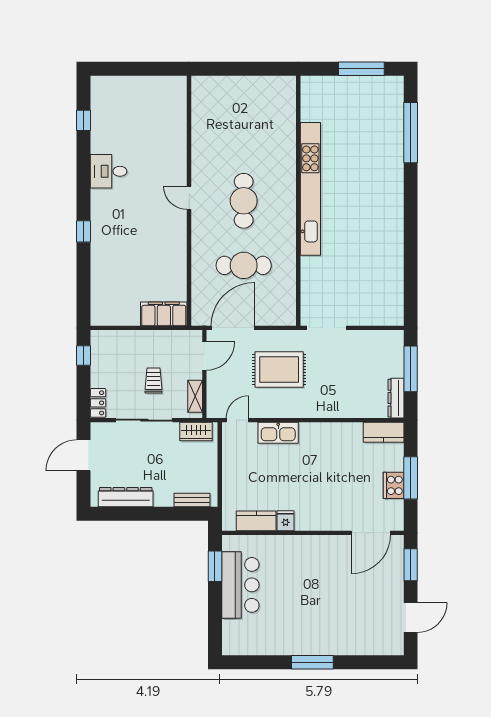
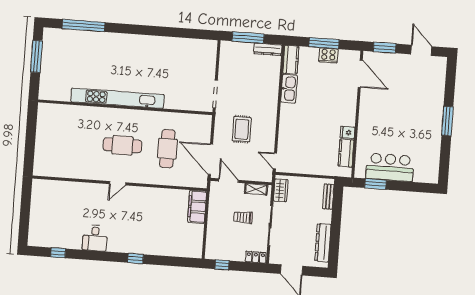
rug: (279, 369) -> (242, 129), width x0.73, depth x0.70
kitchen sink: (278, 433) -> (289, 89), moved

